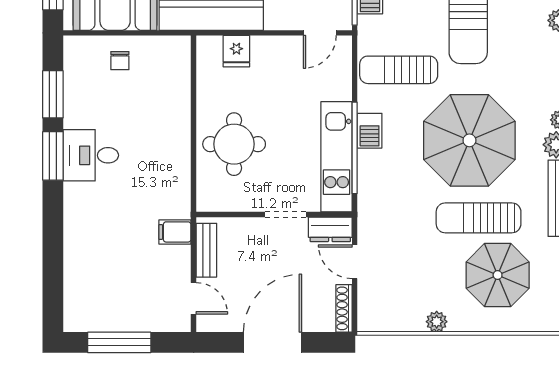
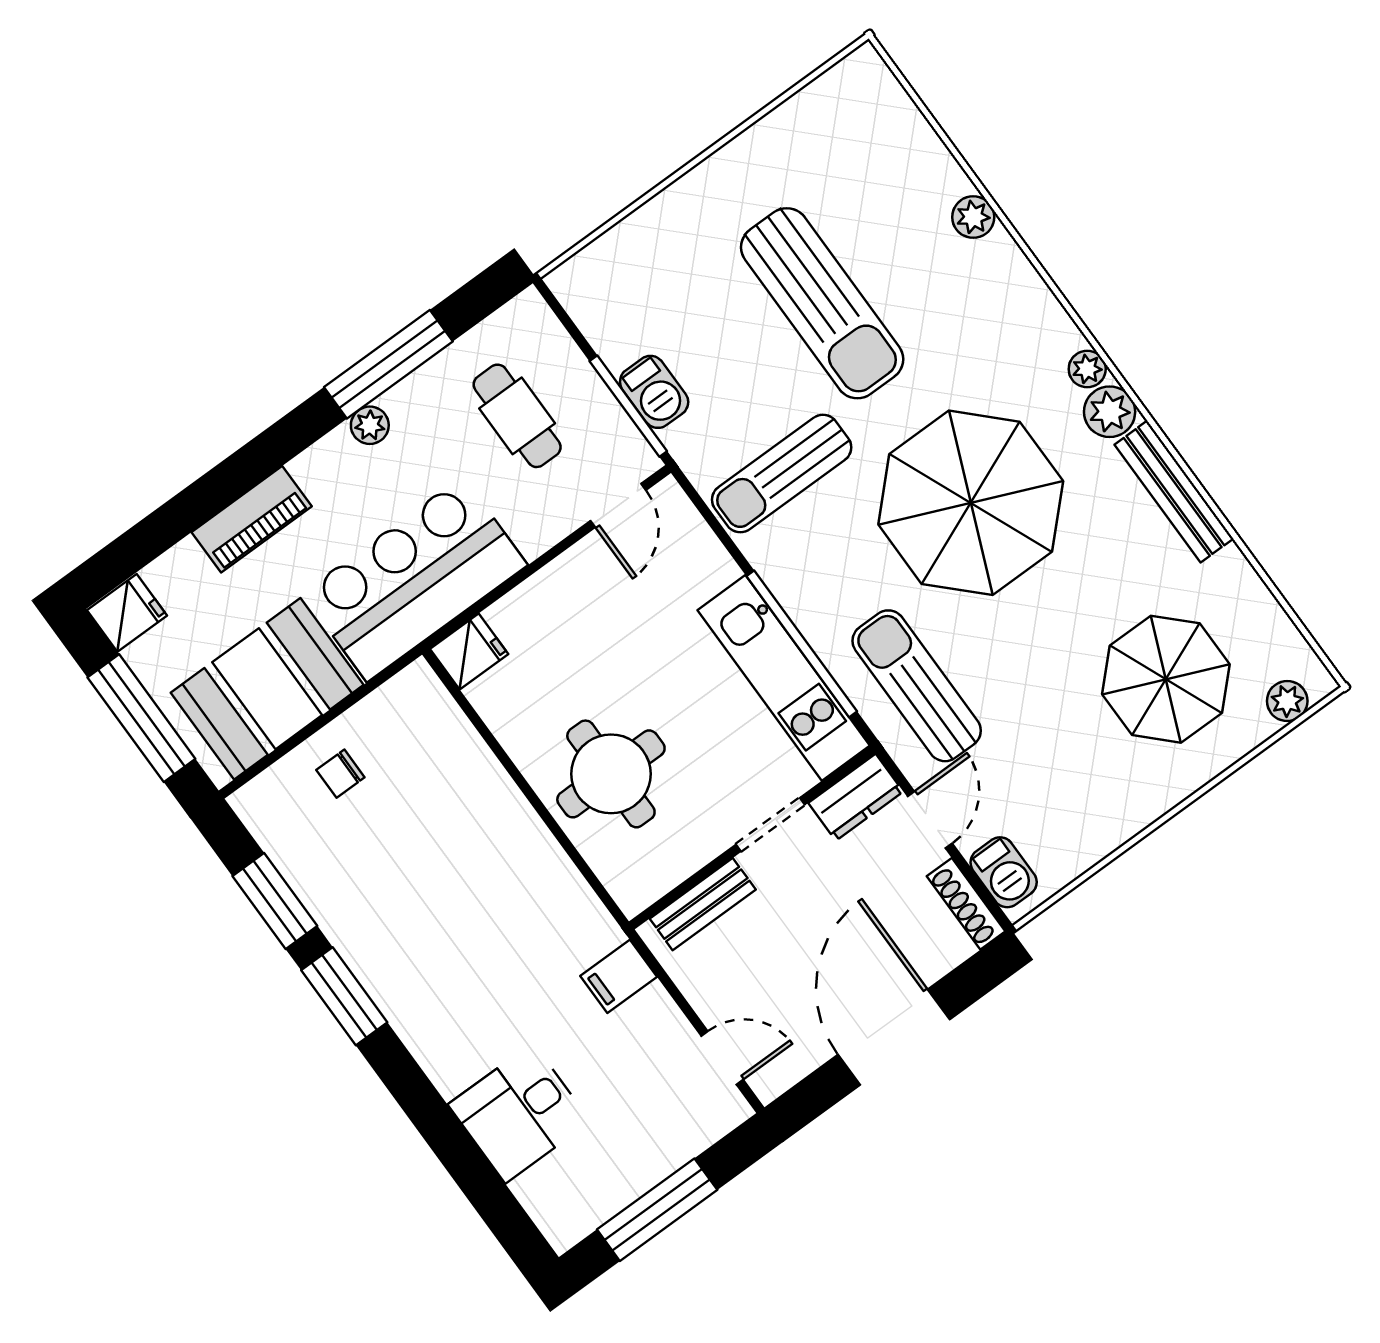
fridge: (236, 51) -> (469, 651), moved, turned -90
chair: (120, 61) -> (340, 774), turned 90
barbecue: (370, 131) -> (1004, 872), moved
desk: (91, 155) -> (519, 1113), moved
sun lounger: (479, 218) -> (917, 686), moved, turned 90
bench: (206, 250) -> (703, 904), moved, turned 90
door: (355, 262) -> (930, 820), swing flipped
plant: (437, 322) -> (1287, 701), moved

